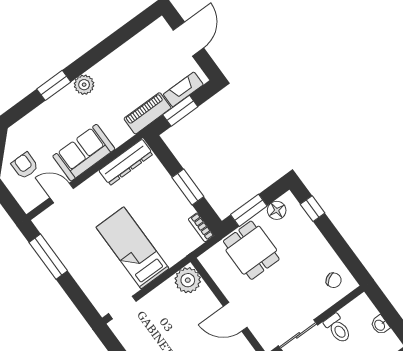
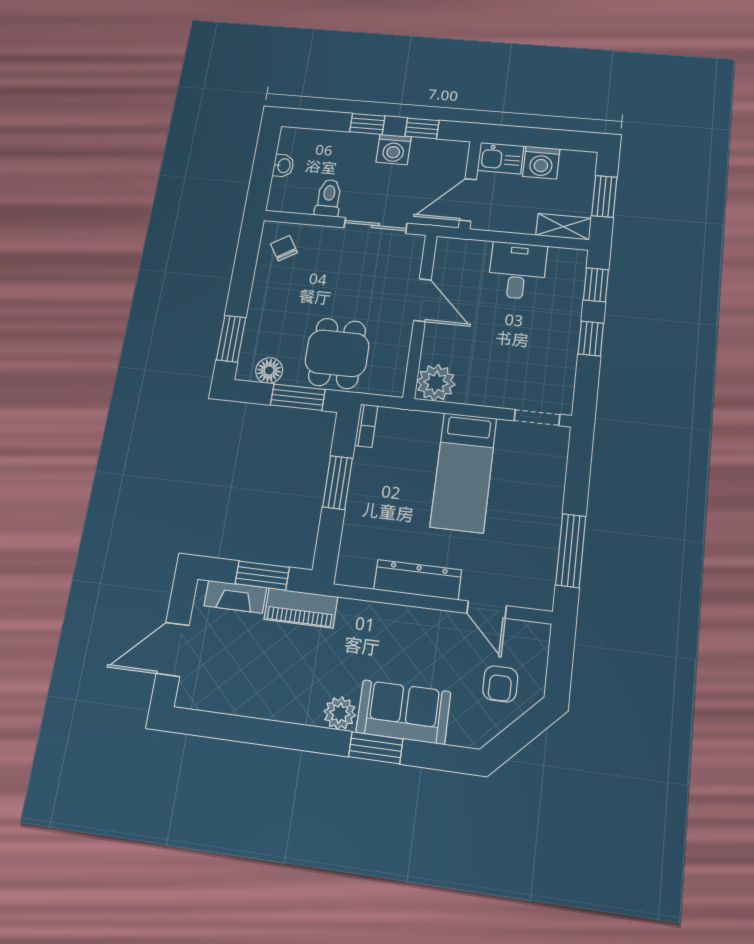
sofa: (84, 153) -> (403, 712), moved, turned 180
dresser: (126, 162) -> (418, 580), moved
window: (313, 209) -> (231, 339), width x1.50

